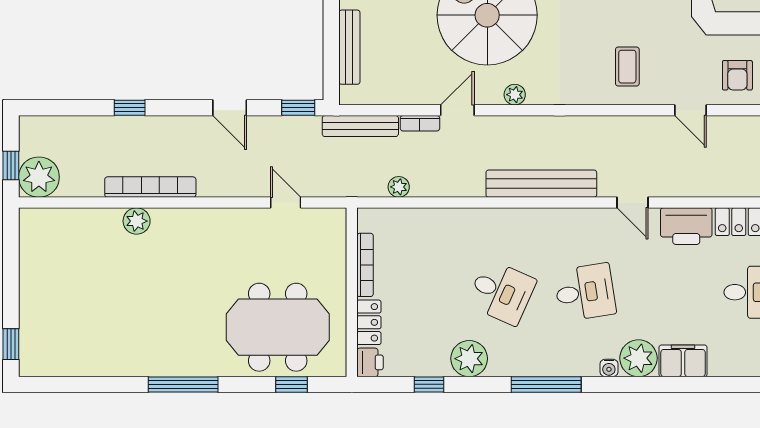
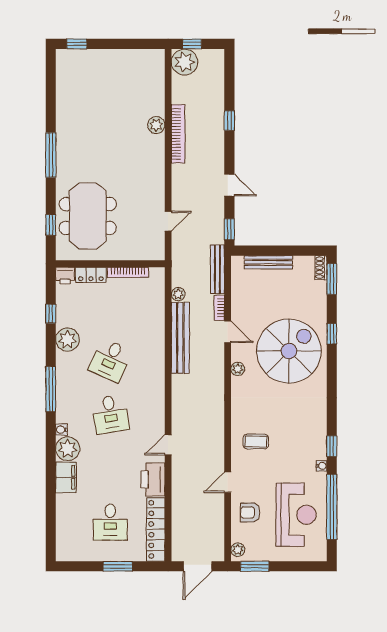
door: (230, 108) -> (229, 185), swing flipped
bench: (541, 184) -> (180, 338), moved

